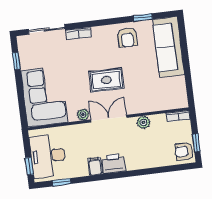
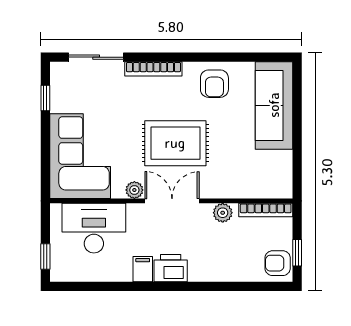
window: (143, 18) -> (241, 57), removed
bookcase: (79, 33) -> (153, 69), width x1.56
rug: (106, 80) -> (175, 143), width x1.36, depth x1.43
bookcase: (178, 116) -> (266, 210), width x1.56
desk: (48, 156) -> (94, 228), moved, turned 90
window: (62, 182) -> (90, 286), removed

